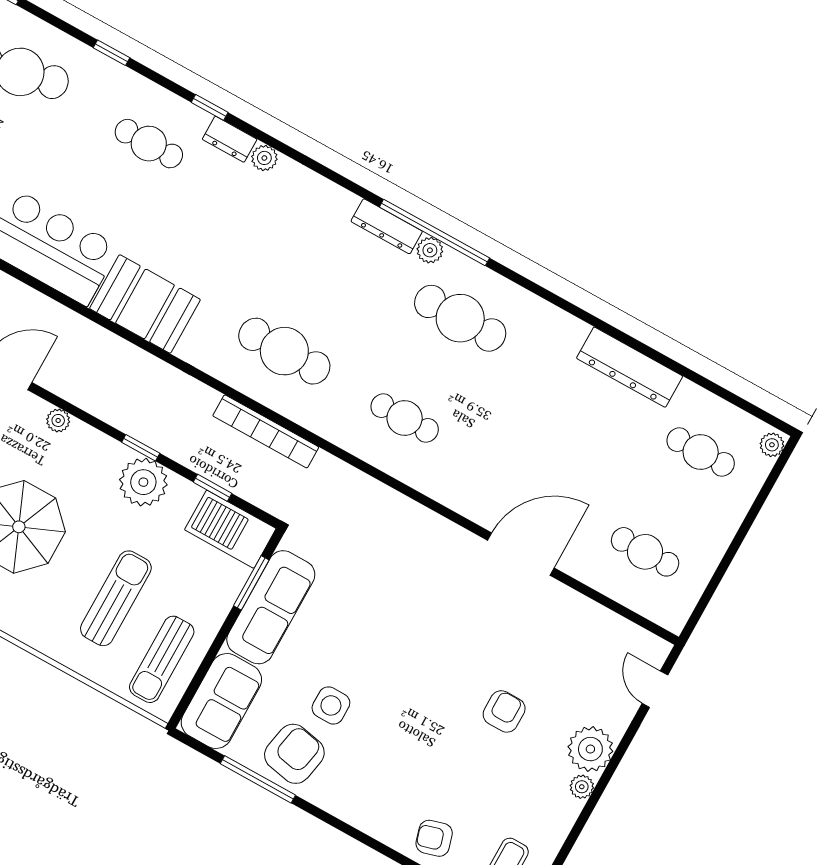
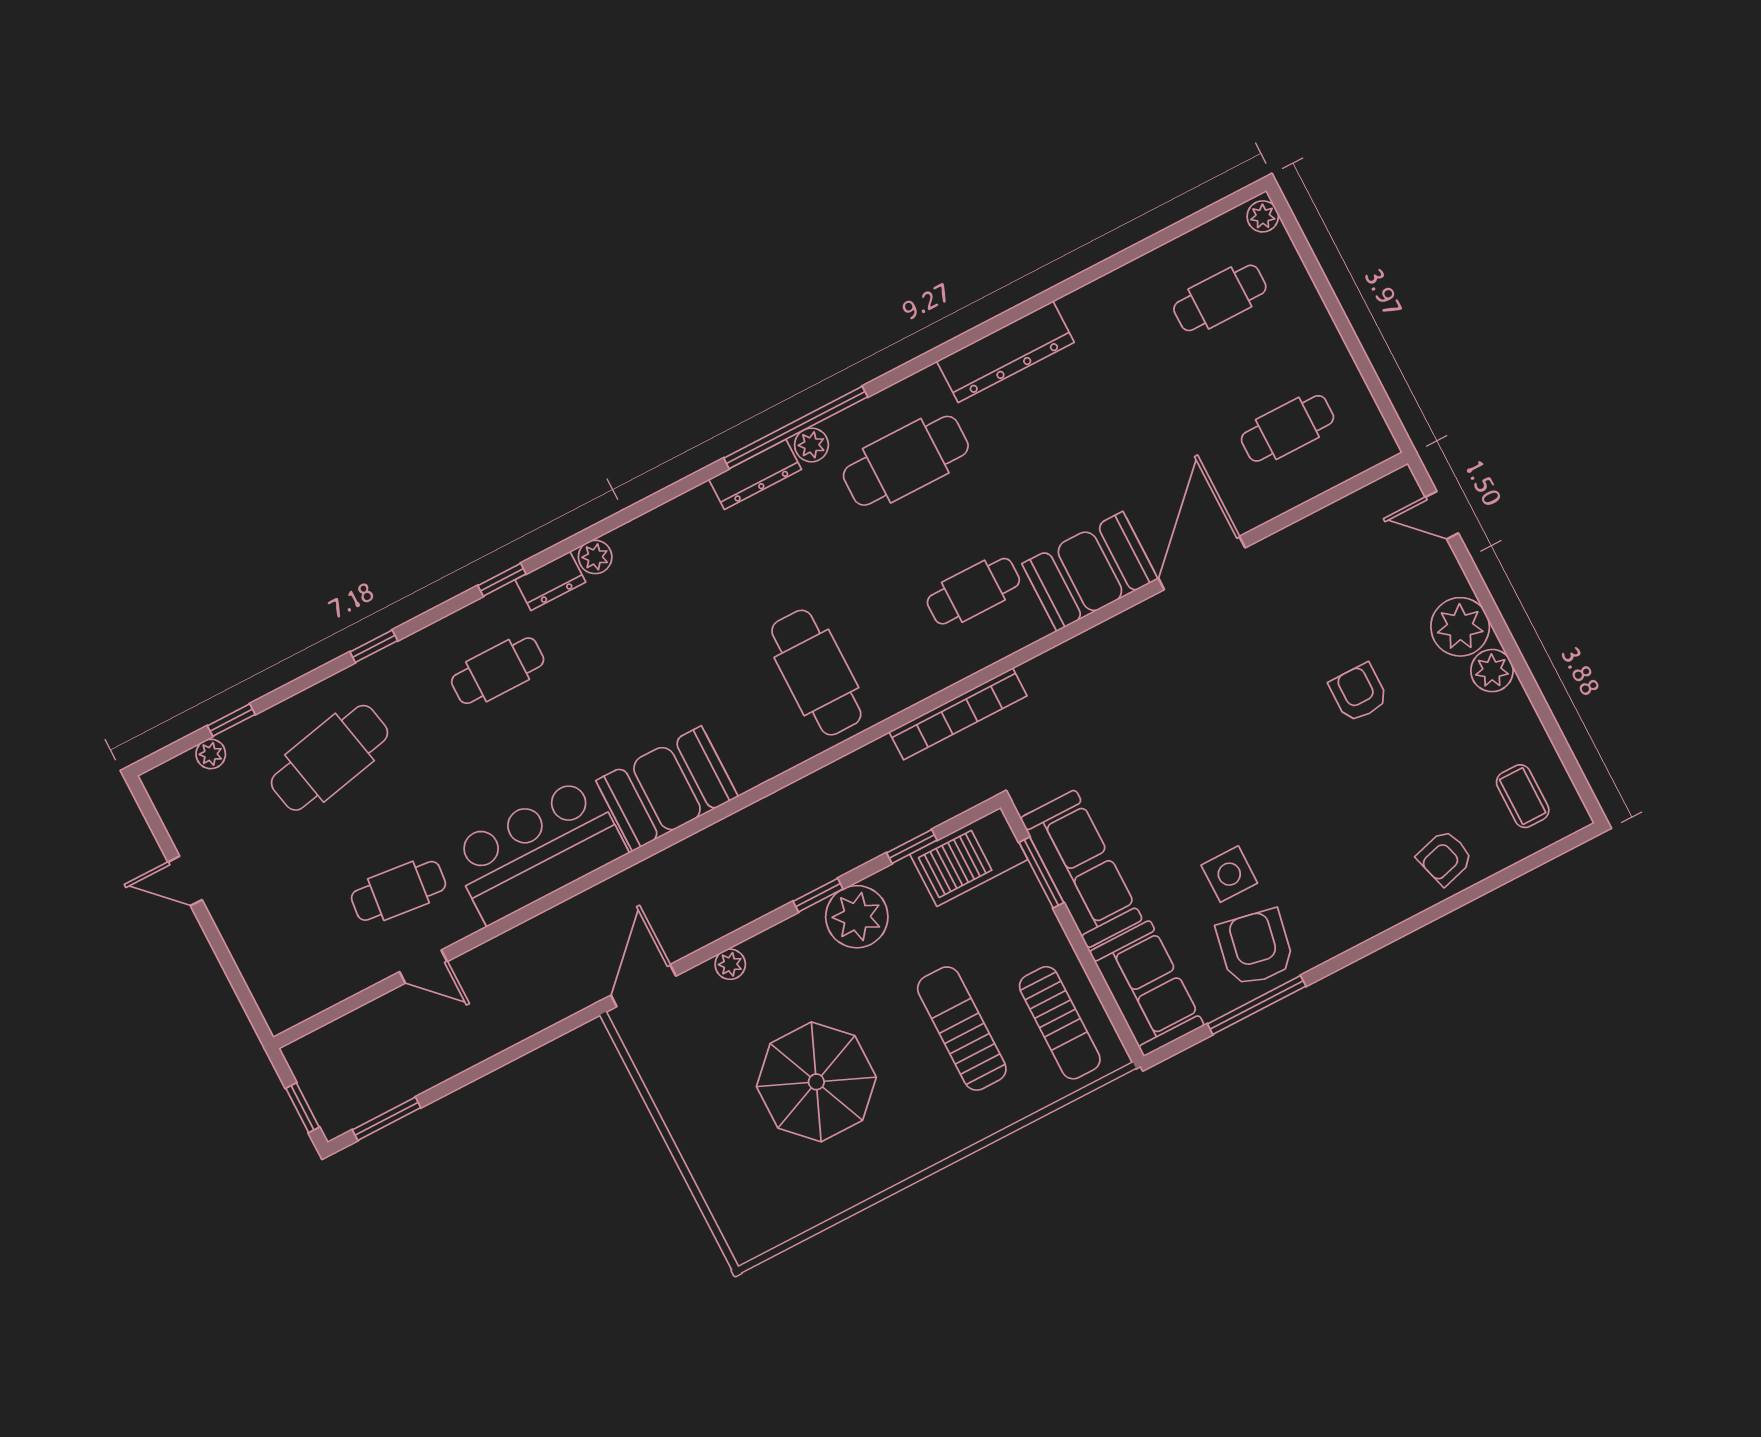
cafe table: (284, 351) -> (816, 673), turned 90
dresser: (630, 367) -> (1005, 352), moved
bookcase: (266, 431) -> (958, 714), moved
booth: (467, 485) -> (1090, 571), added
plant: (582, 787) -> (1492, 671), width x1.38, depth x1.38

